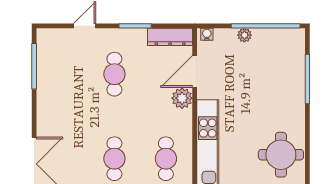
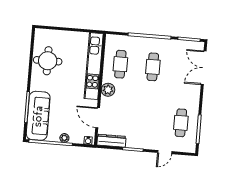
sofa: (289, 67) -> (38, 116), added
door: (195, 71) -> (98, 118), swing flipped
cafe table: (114, 74) -> (181, 123), moved
plant: (182, 98) -> (108, 90), moved

